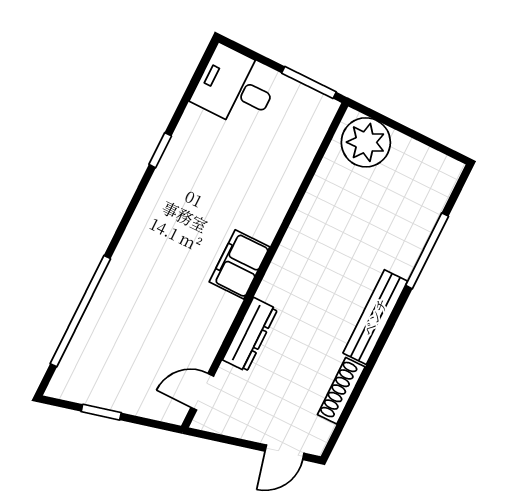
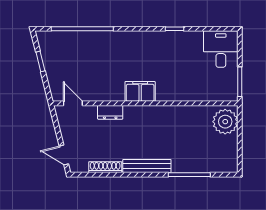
dresser: (250, 335) -> (110, 112), width x0.70

